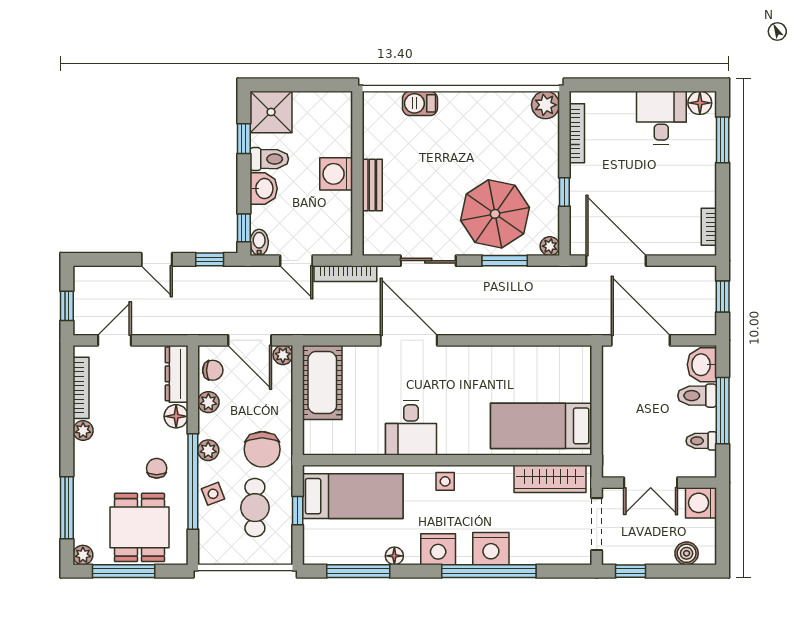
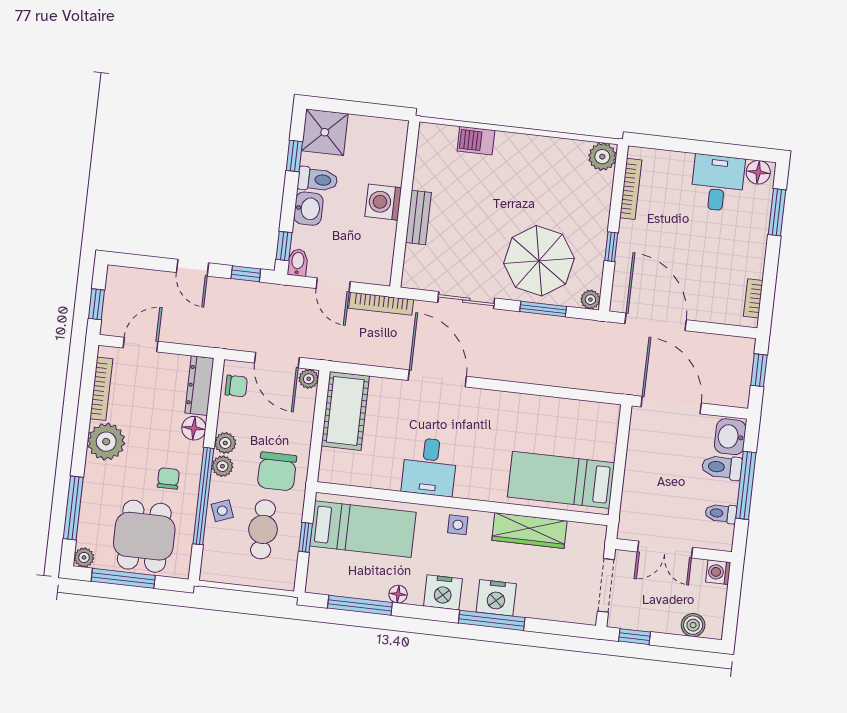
plant: (208, 402) -> (225, 443), moved
plant: (83, 431) -> (106, 442), width x1.88, depth x1.88
wardrobe: (550, 479) -> (529, 530), moved
washing machine: (701, 503) -> (718, 572), width x0.73, depth x0.73
window: (489, 571) -> (492, 620), width x0.68

